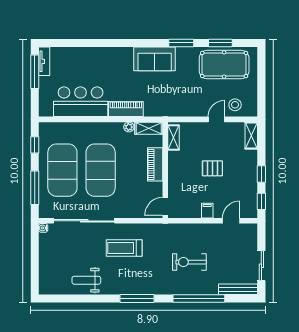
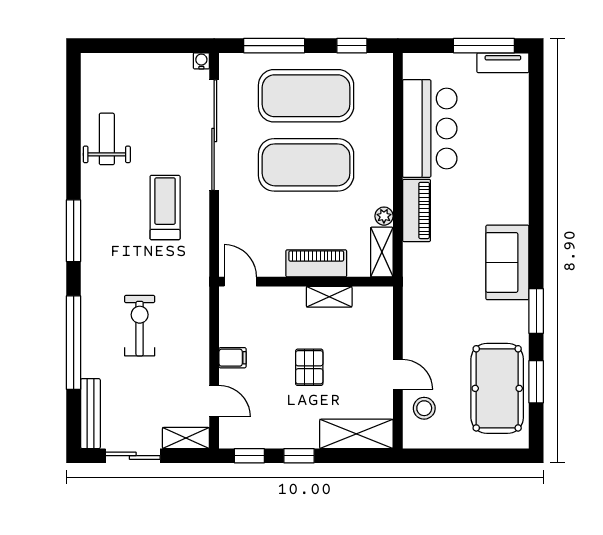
shelving: (251, 136) -> (356, 434), width x1.50, depth x1.33
shelving: (173, 138) -> (329, 297), moved
shelving: (252, 236) -> (186, 438), added

